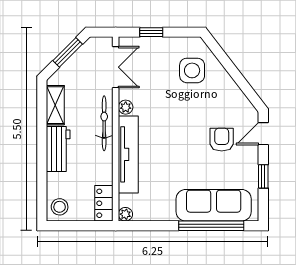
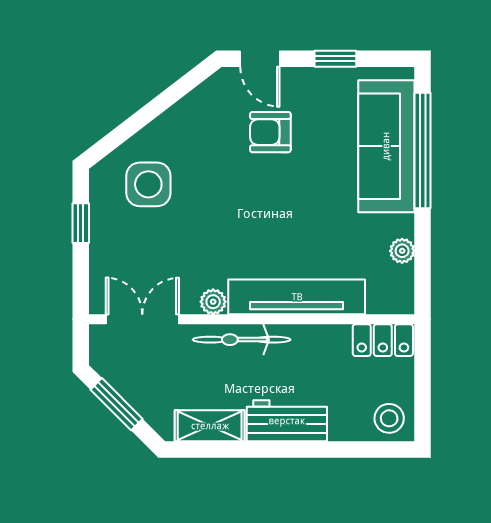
window: (151, 32) -> (81, 223), moved
plant: (125, 214) -> (402, 251), moved

